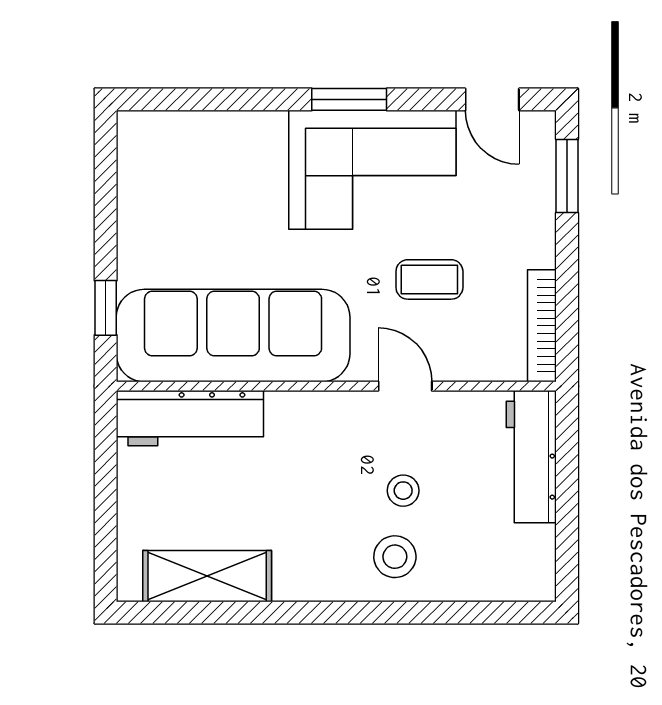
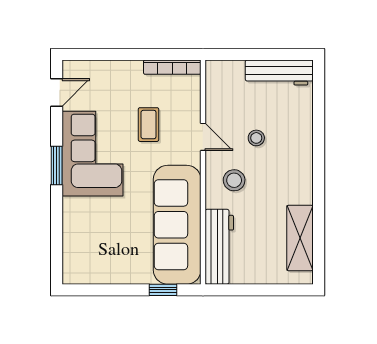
window: (567, 176) -> (96, 54), removed
door: (405, 386) -> (203, 137), swing flipped
workbench: (531, 457) -> (279, 73), moved
stool: (395, 557) -> (234, 180), moved

